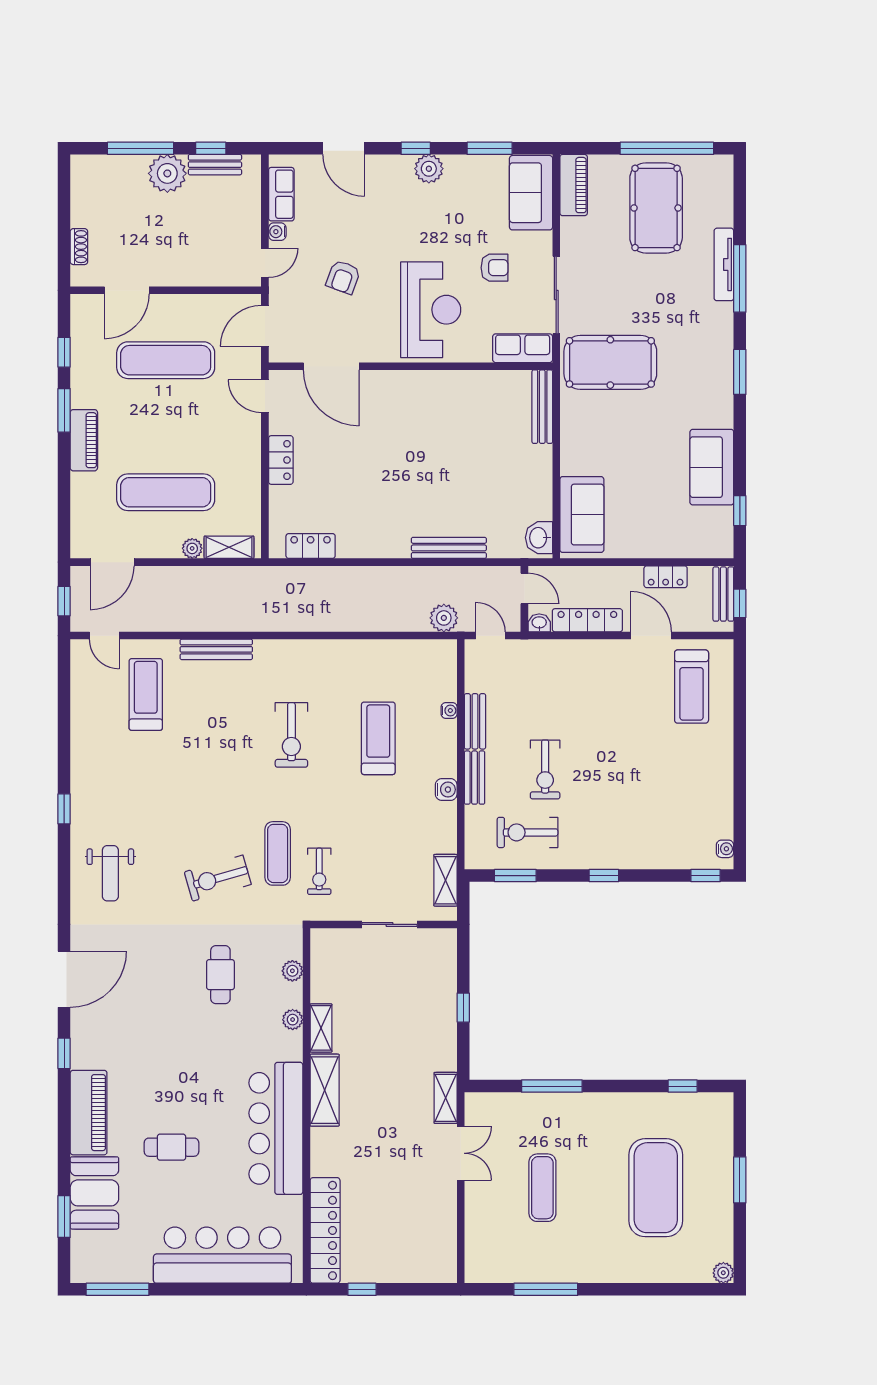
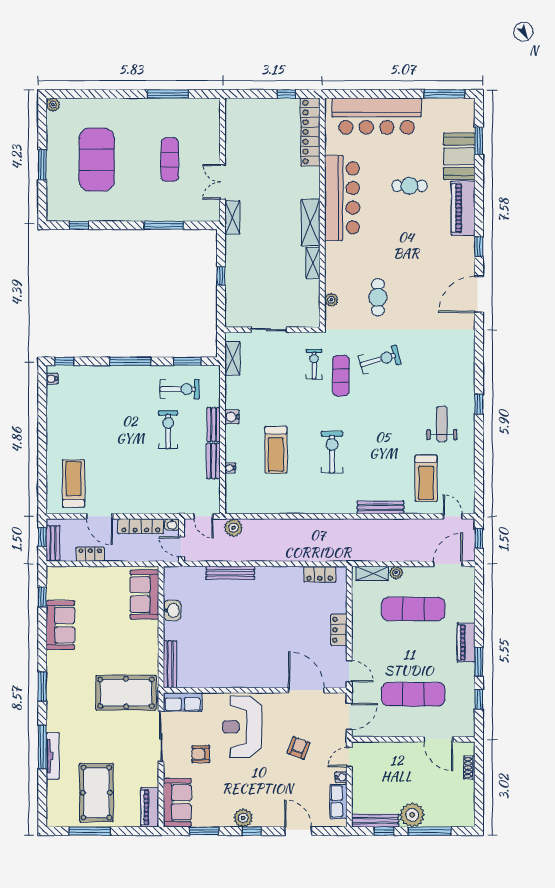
window: (667, 148) -> (89, 831), width x0.68
bench: (215, 165) -> (375, 821), width x1.36
door: (127, 290) -> (438, 739), swing flipped
washbasin: (539, 538) -> (172, 610), moved
weight bench: (110, 873) -> (442, 424), moved
window: (604, 876) -> (130, 361), width x2.17
plant: (293, 1020) -> (331, 268), removed

